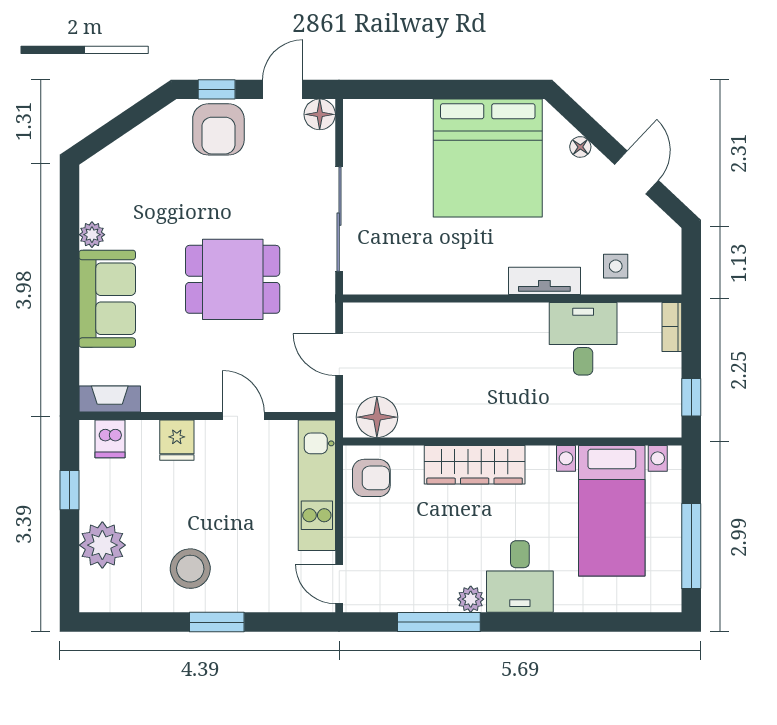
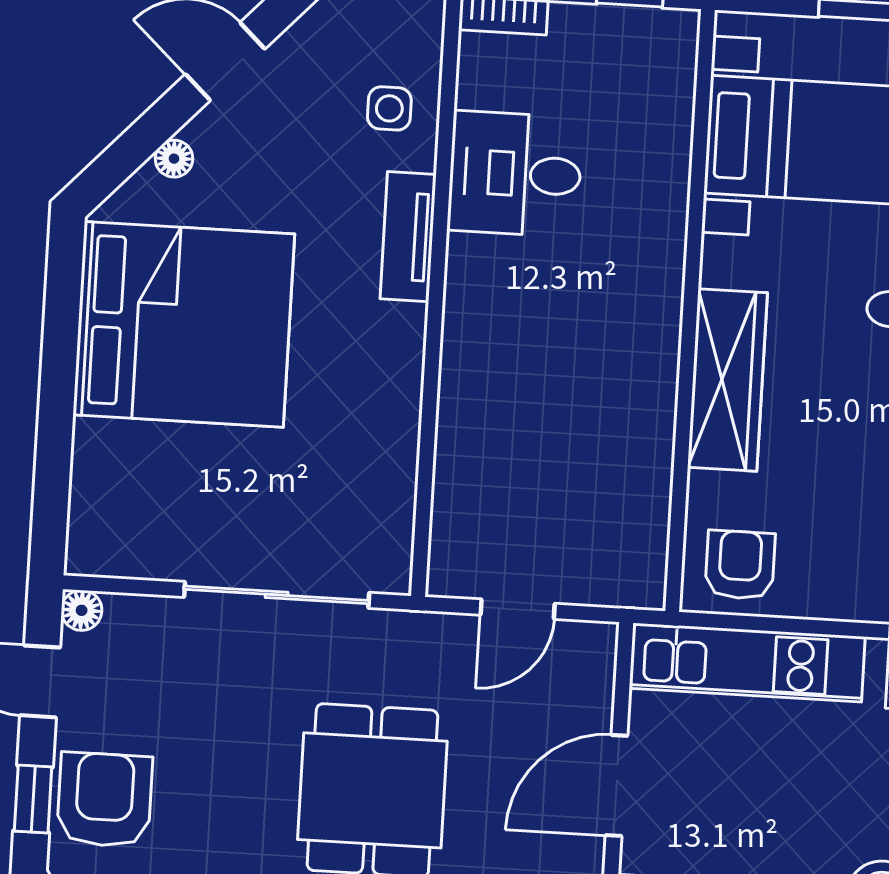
floor lamp: (320, 114) -> (82, 610), width x0.73, depth x0.73
armchair: (218, 129) -> (104, 800), turned -90
door: (243, 416) -> (616, 786), width x1.37
floor lamp: (377, 417) -> (632, 548), removed

